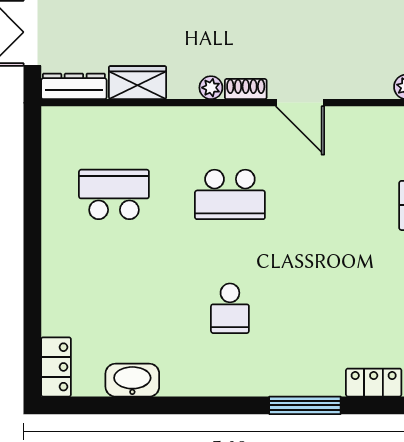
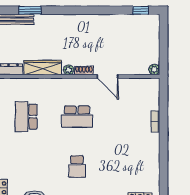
wardrobe: (138, 83) -> (43, 68), width x1.50
school desk: (114, 194) -> (26, 117), turned -90

